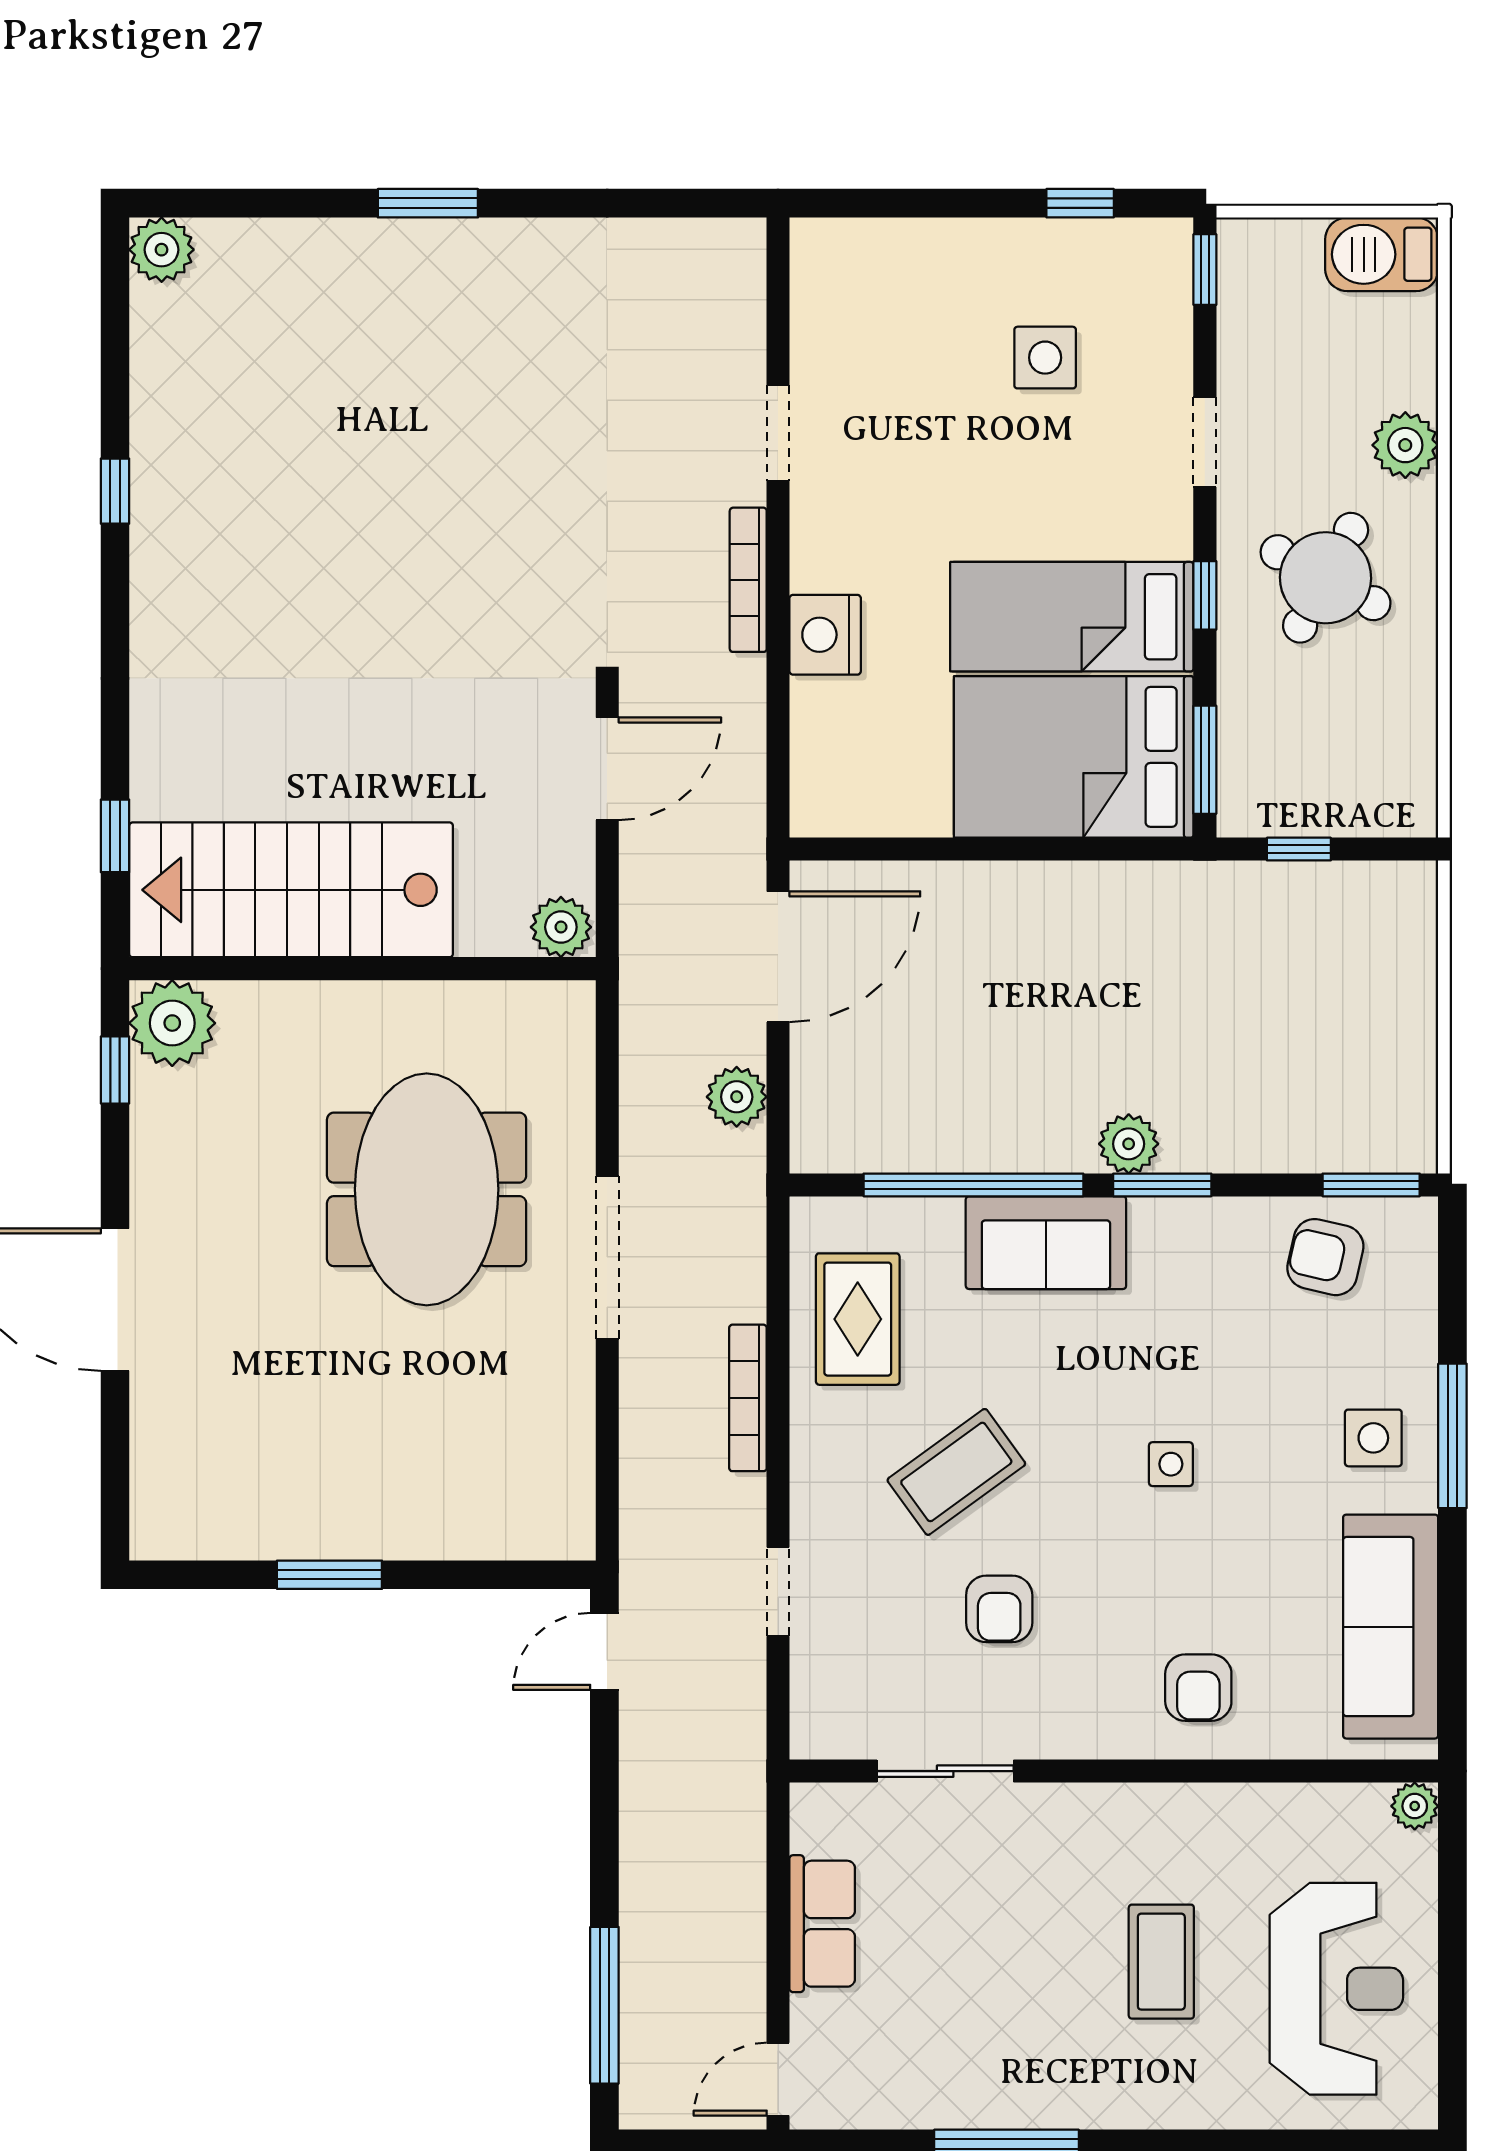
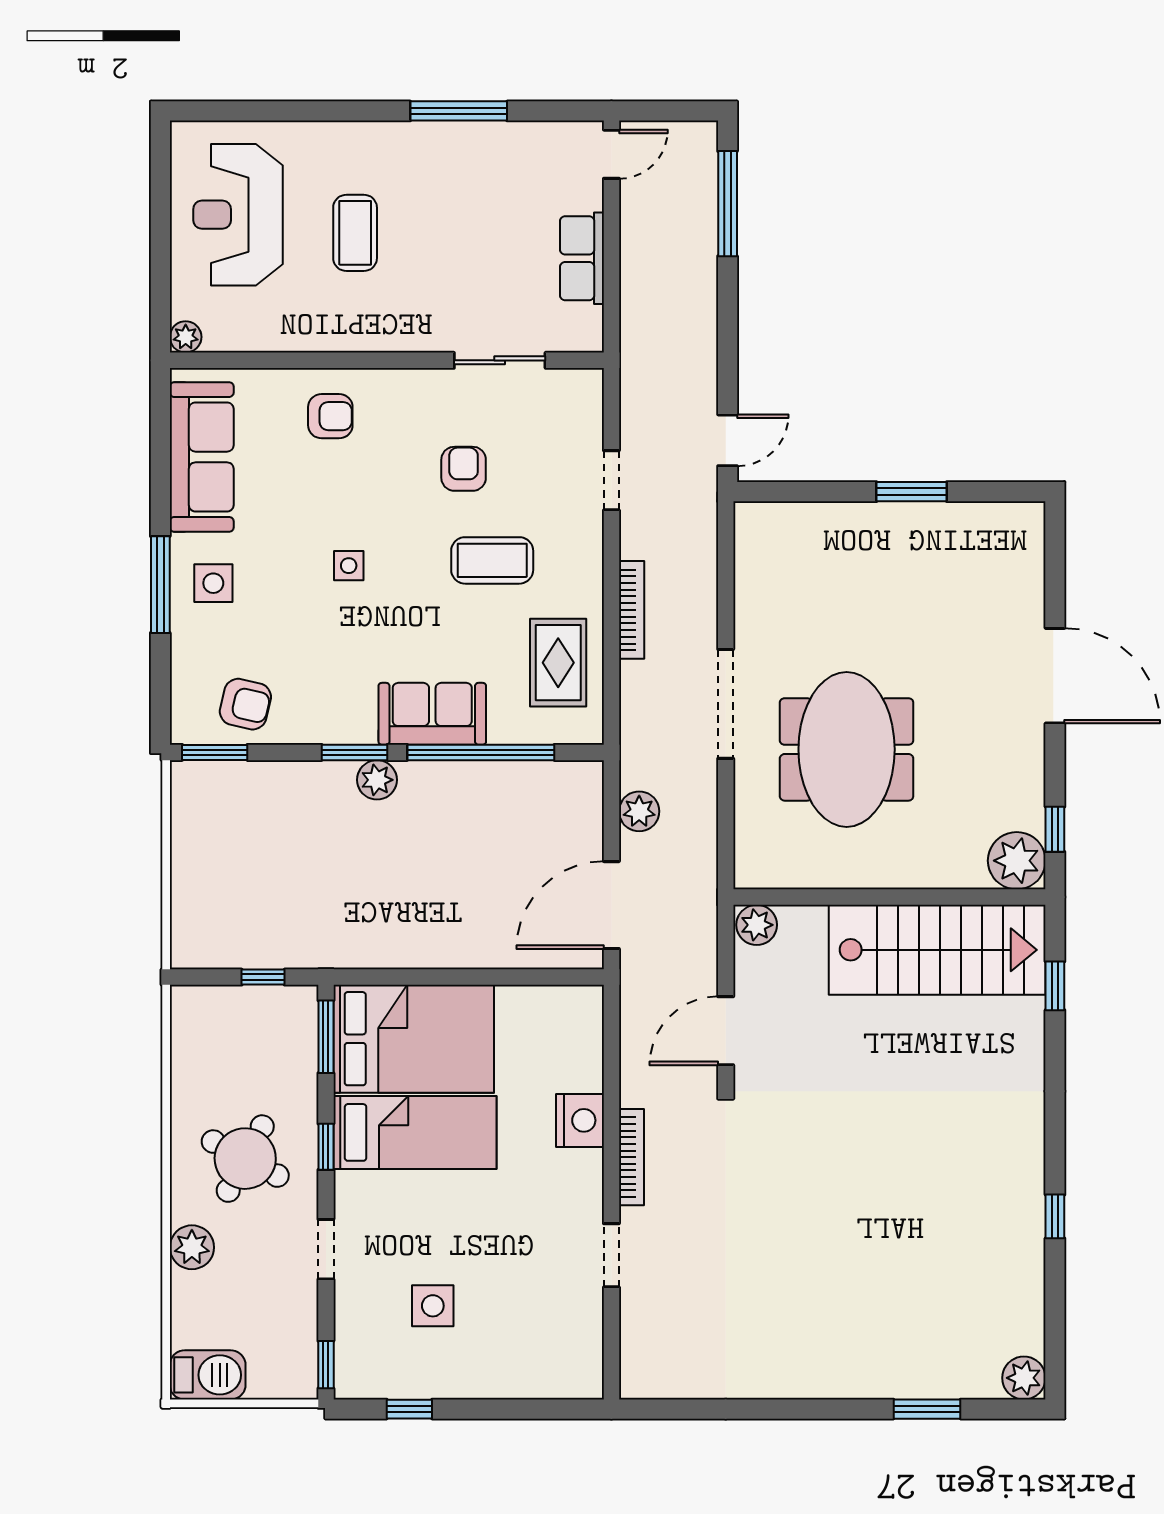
window: (428, 203) -> (927, 1409), moved
coffee table: (956, 1472) -> (492, 560), turned 36
armchair: (1198, 1688) -> (330, 416), turned 90

